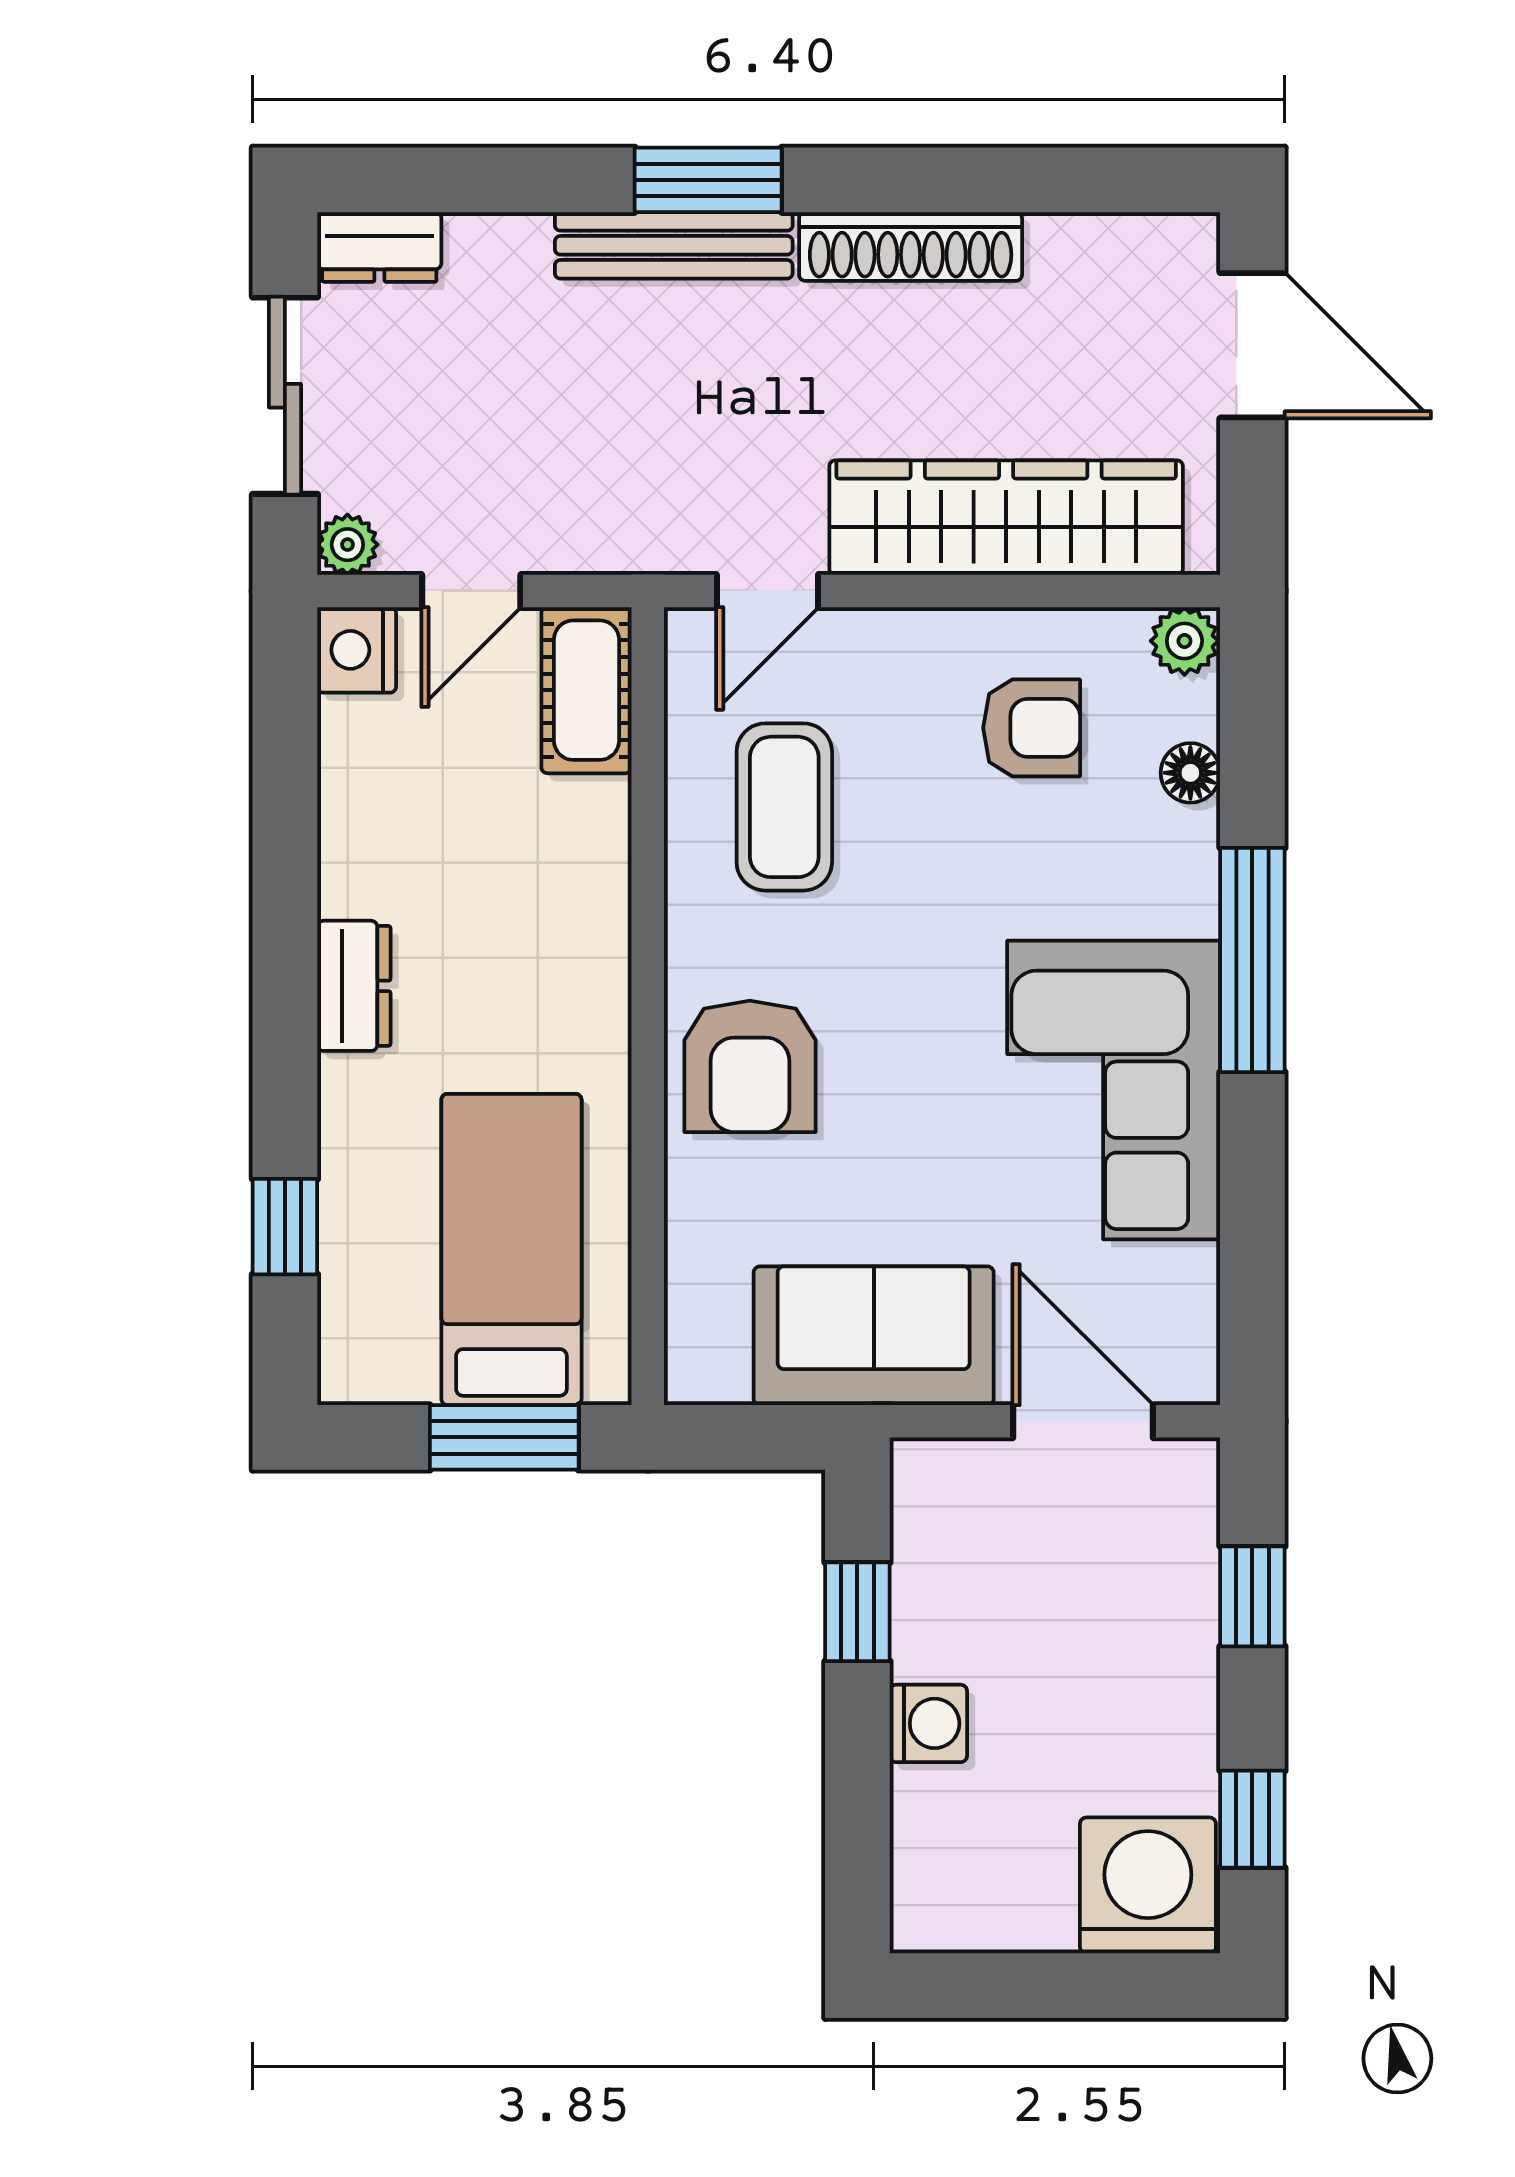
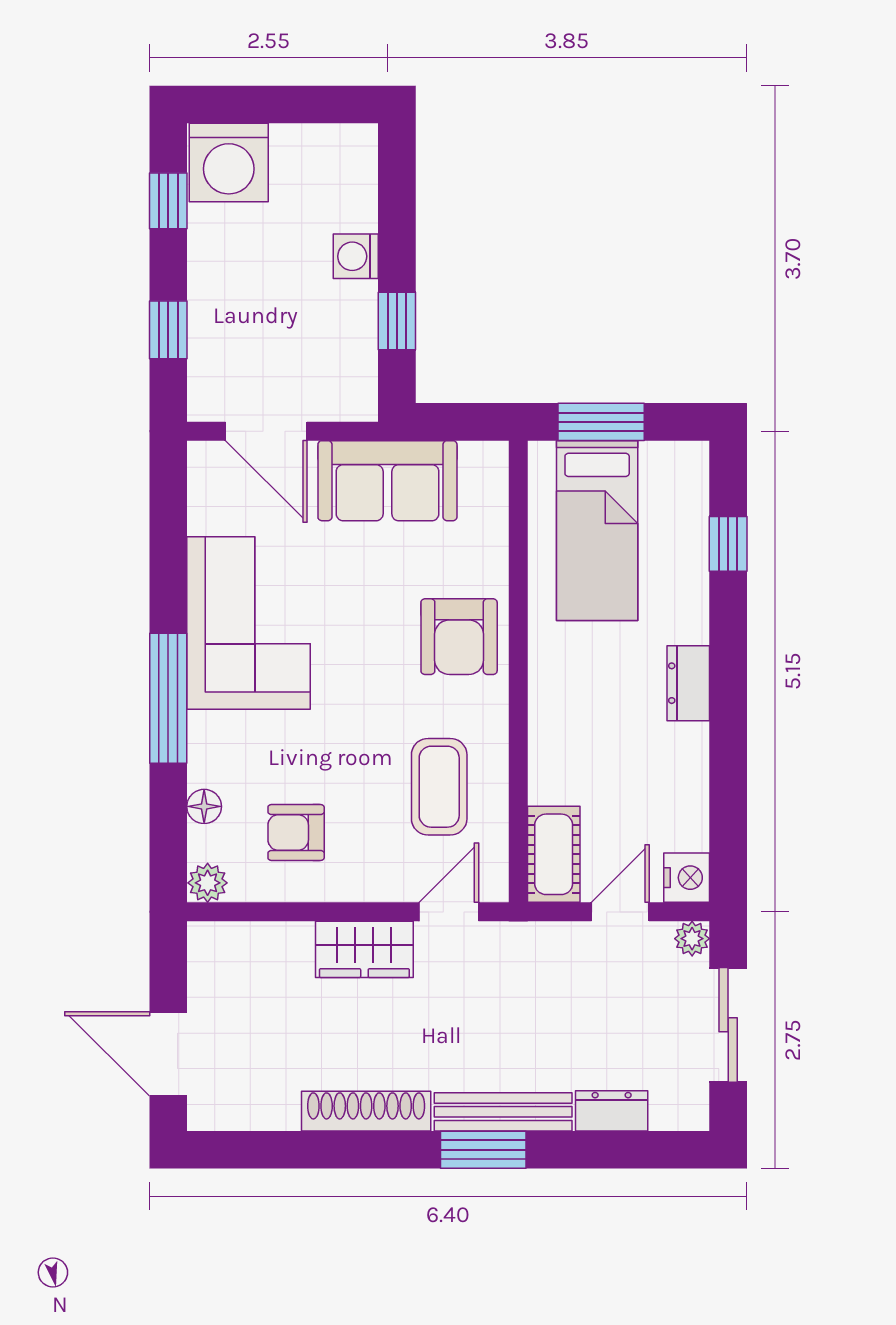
dresser: (379, 247) -> (612, 1111), moved
wardrobe: (1006, 518) -> (364, 949), width x0.48, depth x0.85
armchair: (750, 1066) -> (459, 637), turned 180

